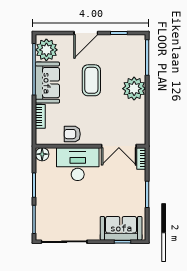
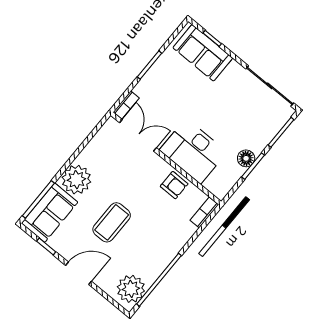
sofa: (47, 83) -> (50, 213), moved, turned 180
bookcase: (40, 116) -> (204, 212), moved
floor lamp: (42, 154) -> (246, 158), moved

